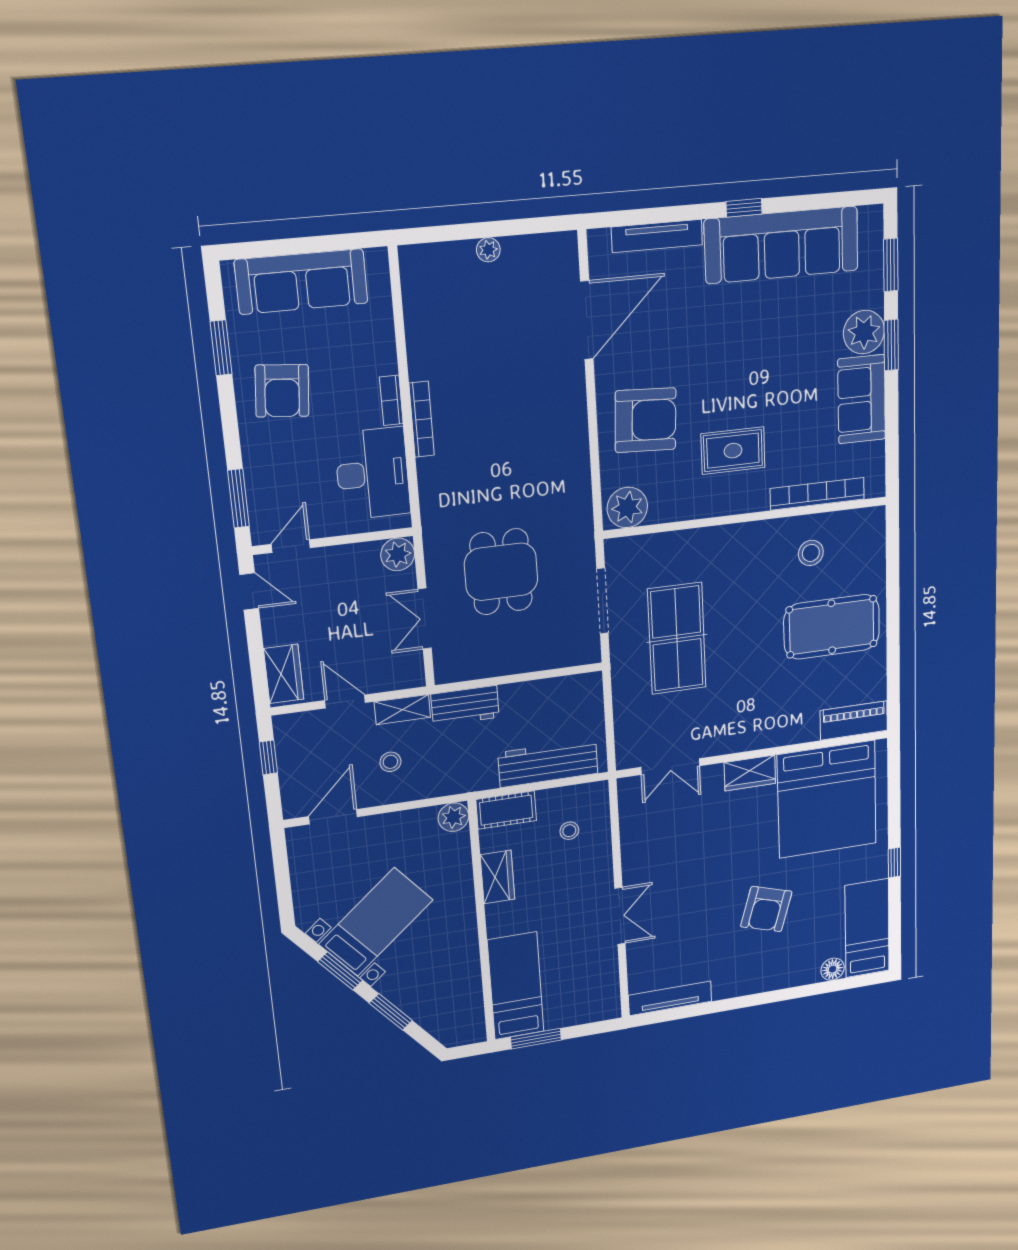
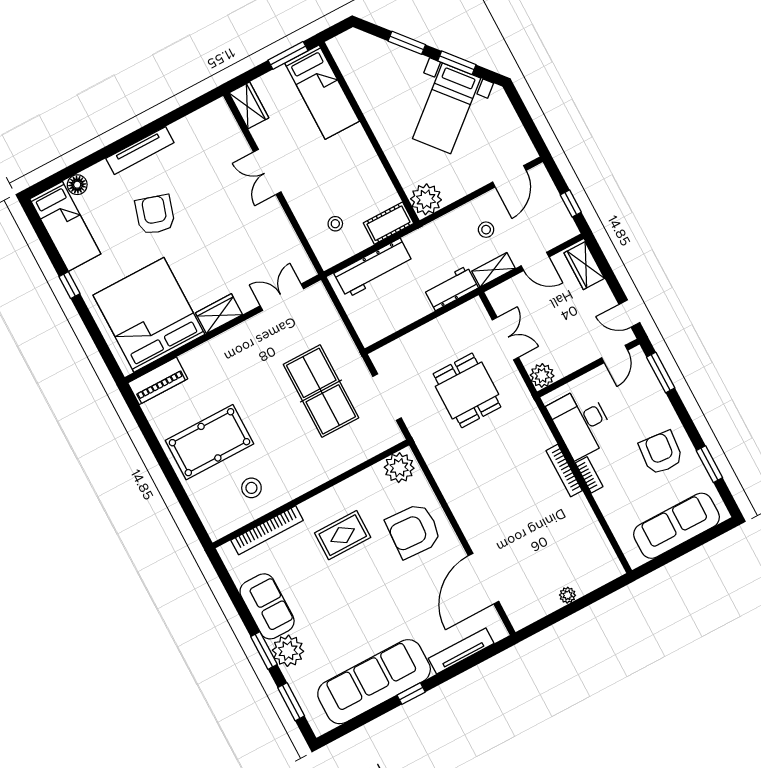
plant: (453, 817) -> (426, 199), width x1.36, depth x1.36
wardrobe: (498, 877) -> (249, 105), moved, turned 180
tv unit: (670, 998) -> (140, 151), moved

